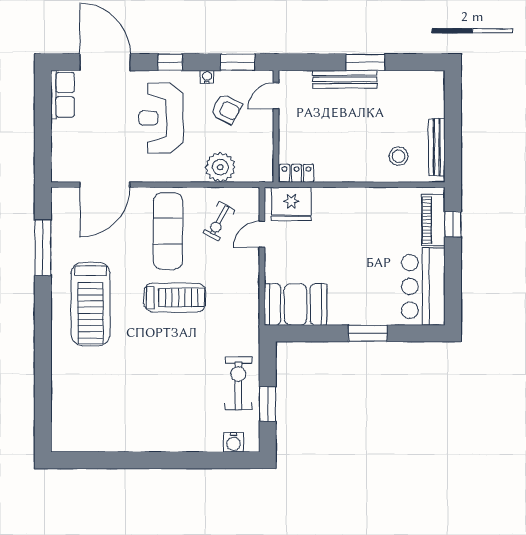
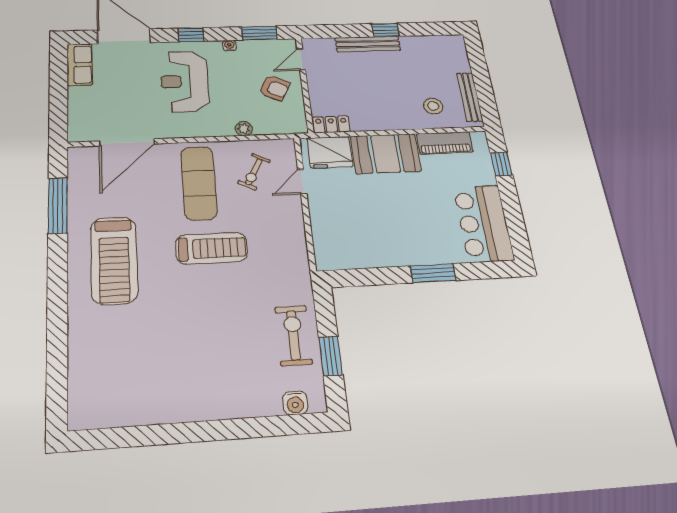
window: (365, 62) -> (385, 30), width x0.67
armchair: (226, 109) -> (274, 88), moved
plant: (220, 167) -> (244, 129), width x0.53, depth x0.53
piano: (433, 220) -> (445, 143), moved, turned -90
booth: (295, 304) -> (386, 154), moved

